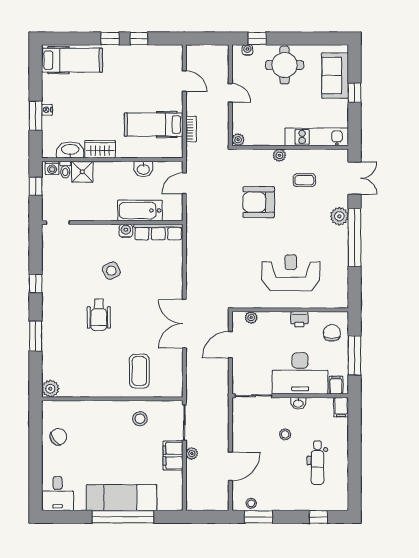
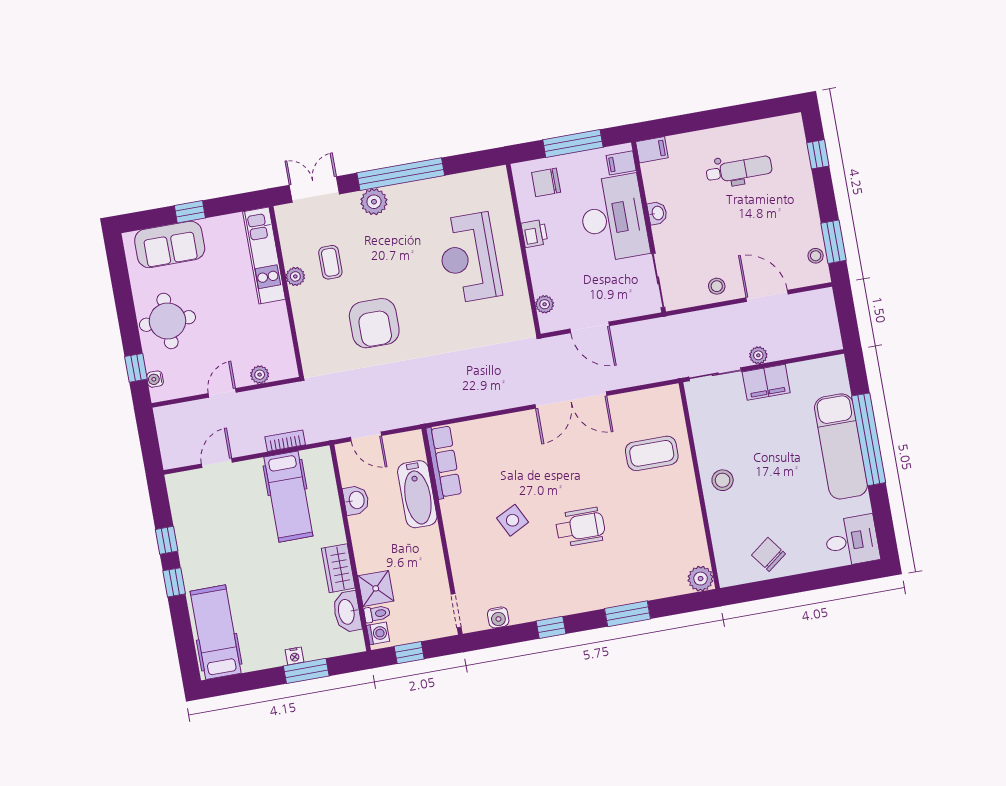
plant: (238, 140) -> (260, 375), moved
plant: (279, 155) -> (295, 276), moved
water cooler: (126, 231) -> (498, 617), moved, turned -90
stool: (140, 419) -> (723, 480), moved
stool: (285, 434) -> (717, 286), moved

